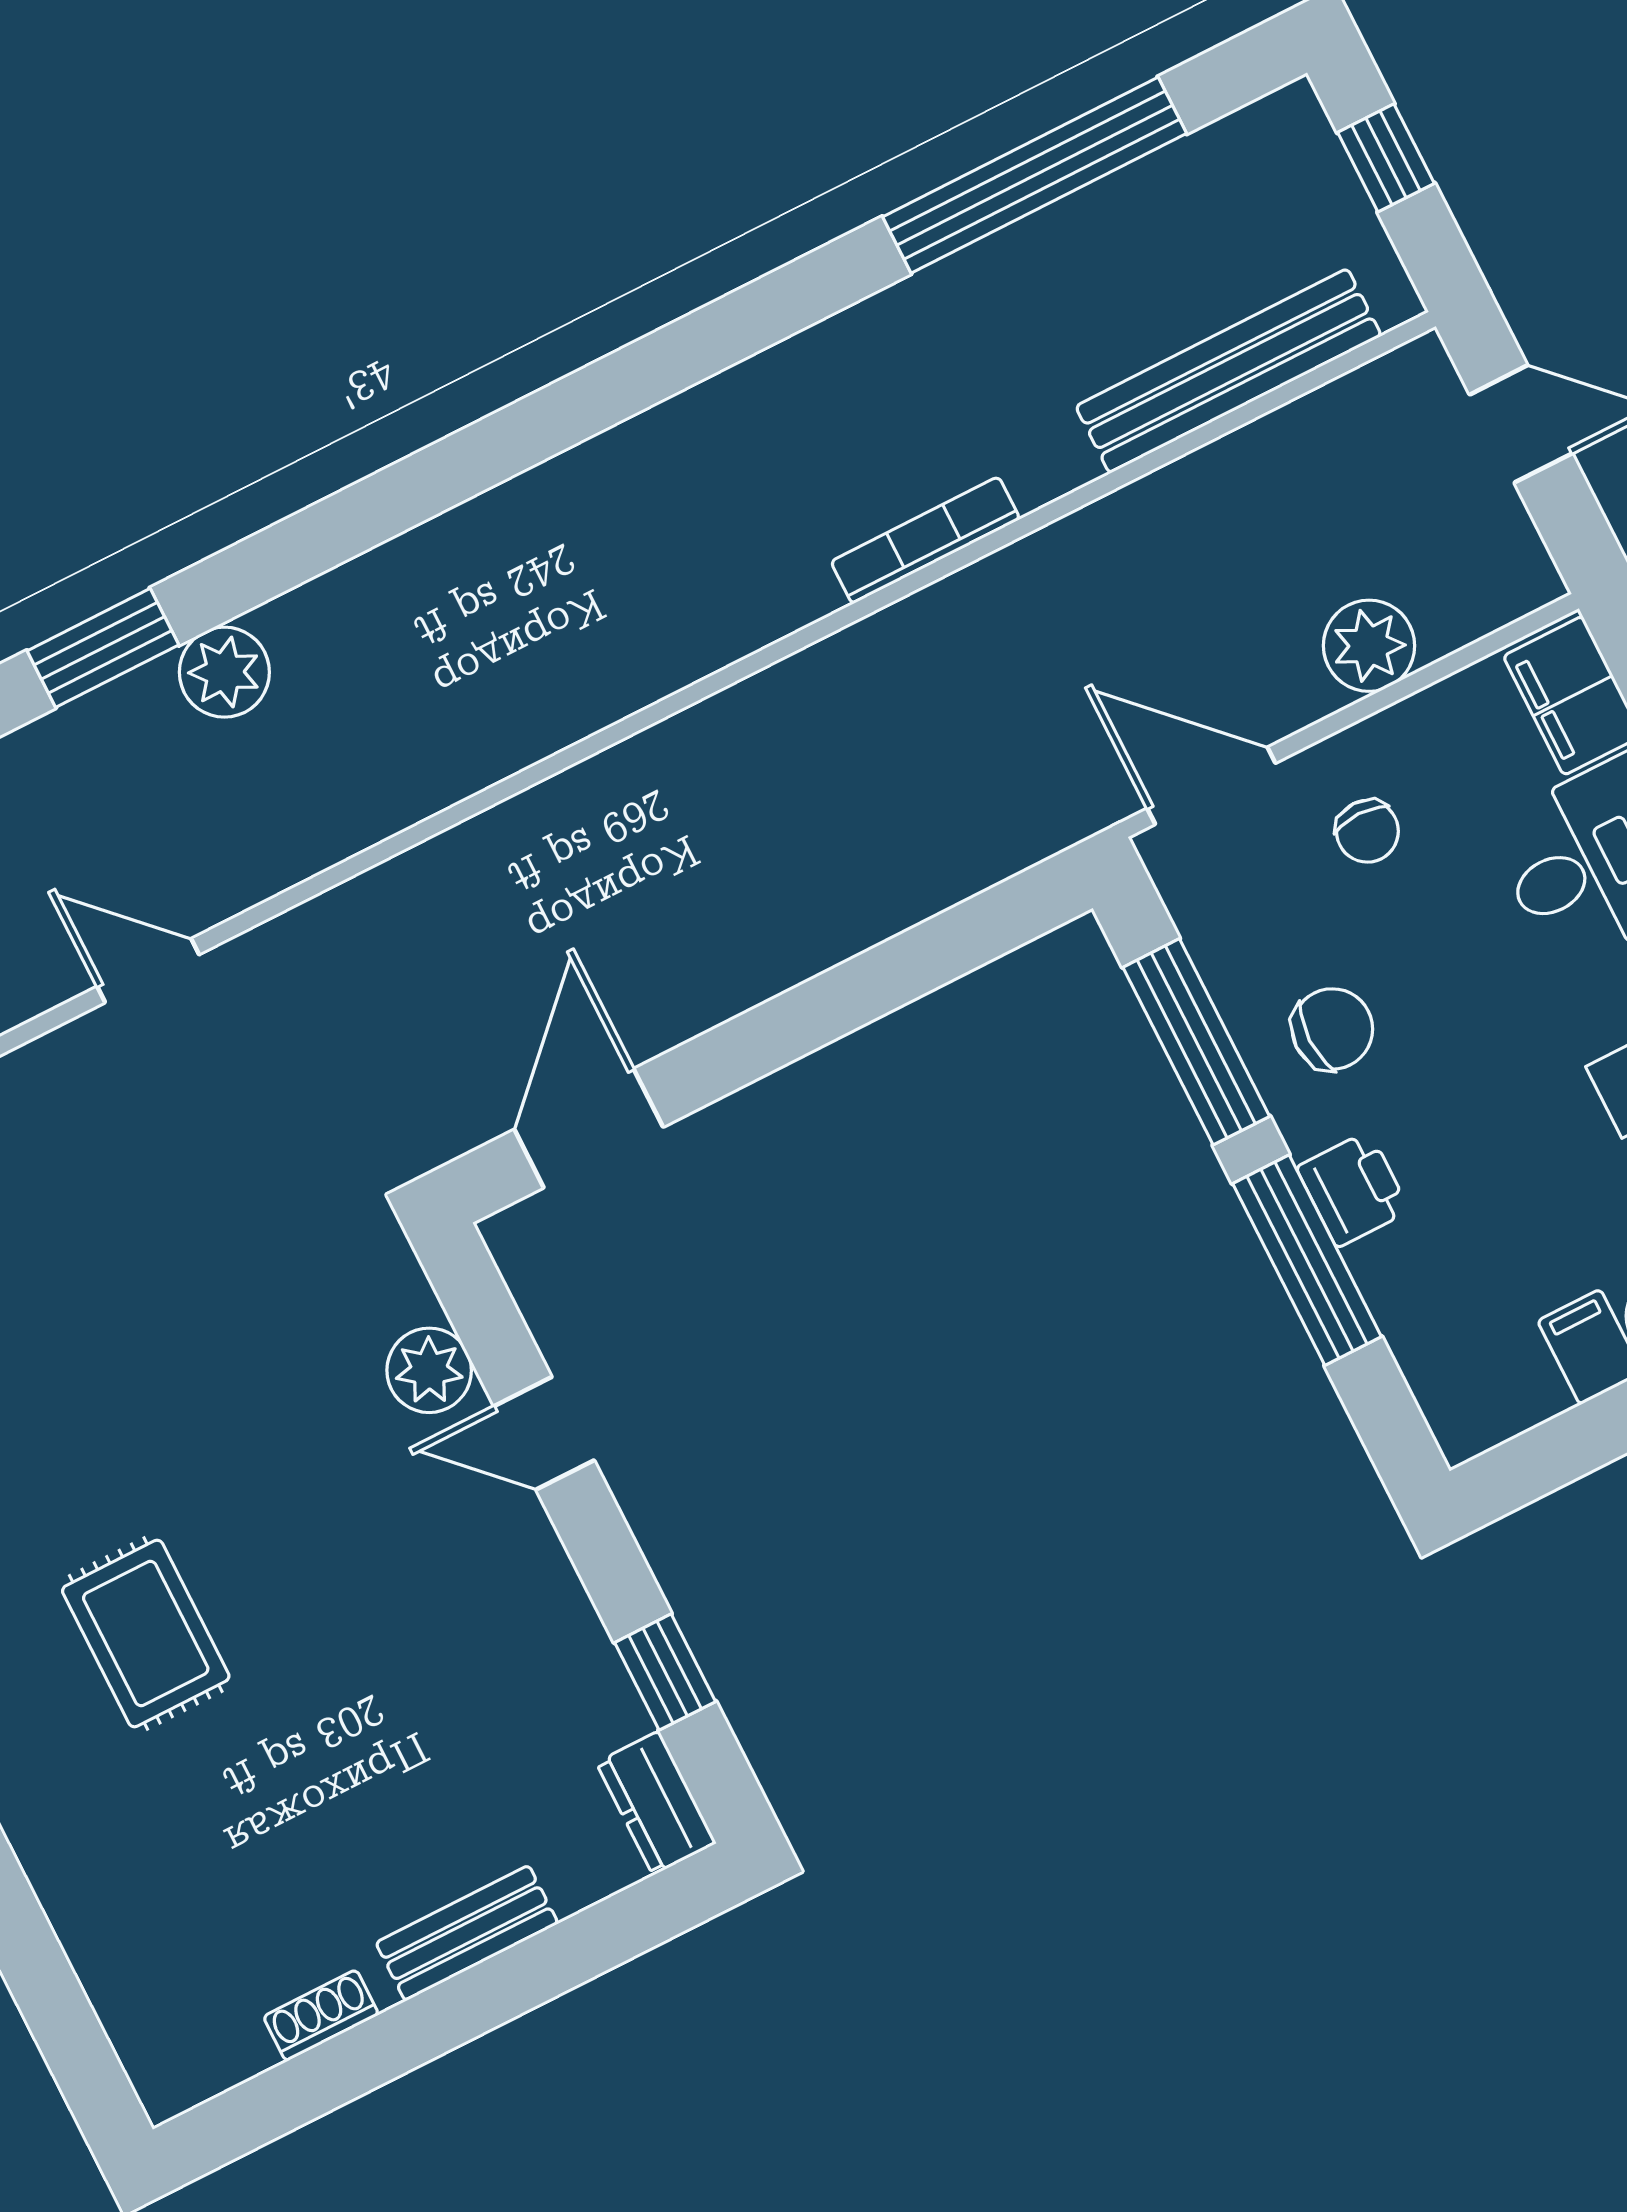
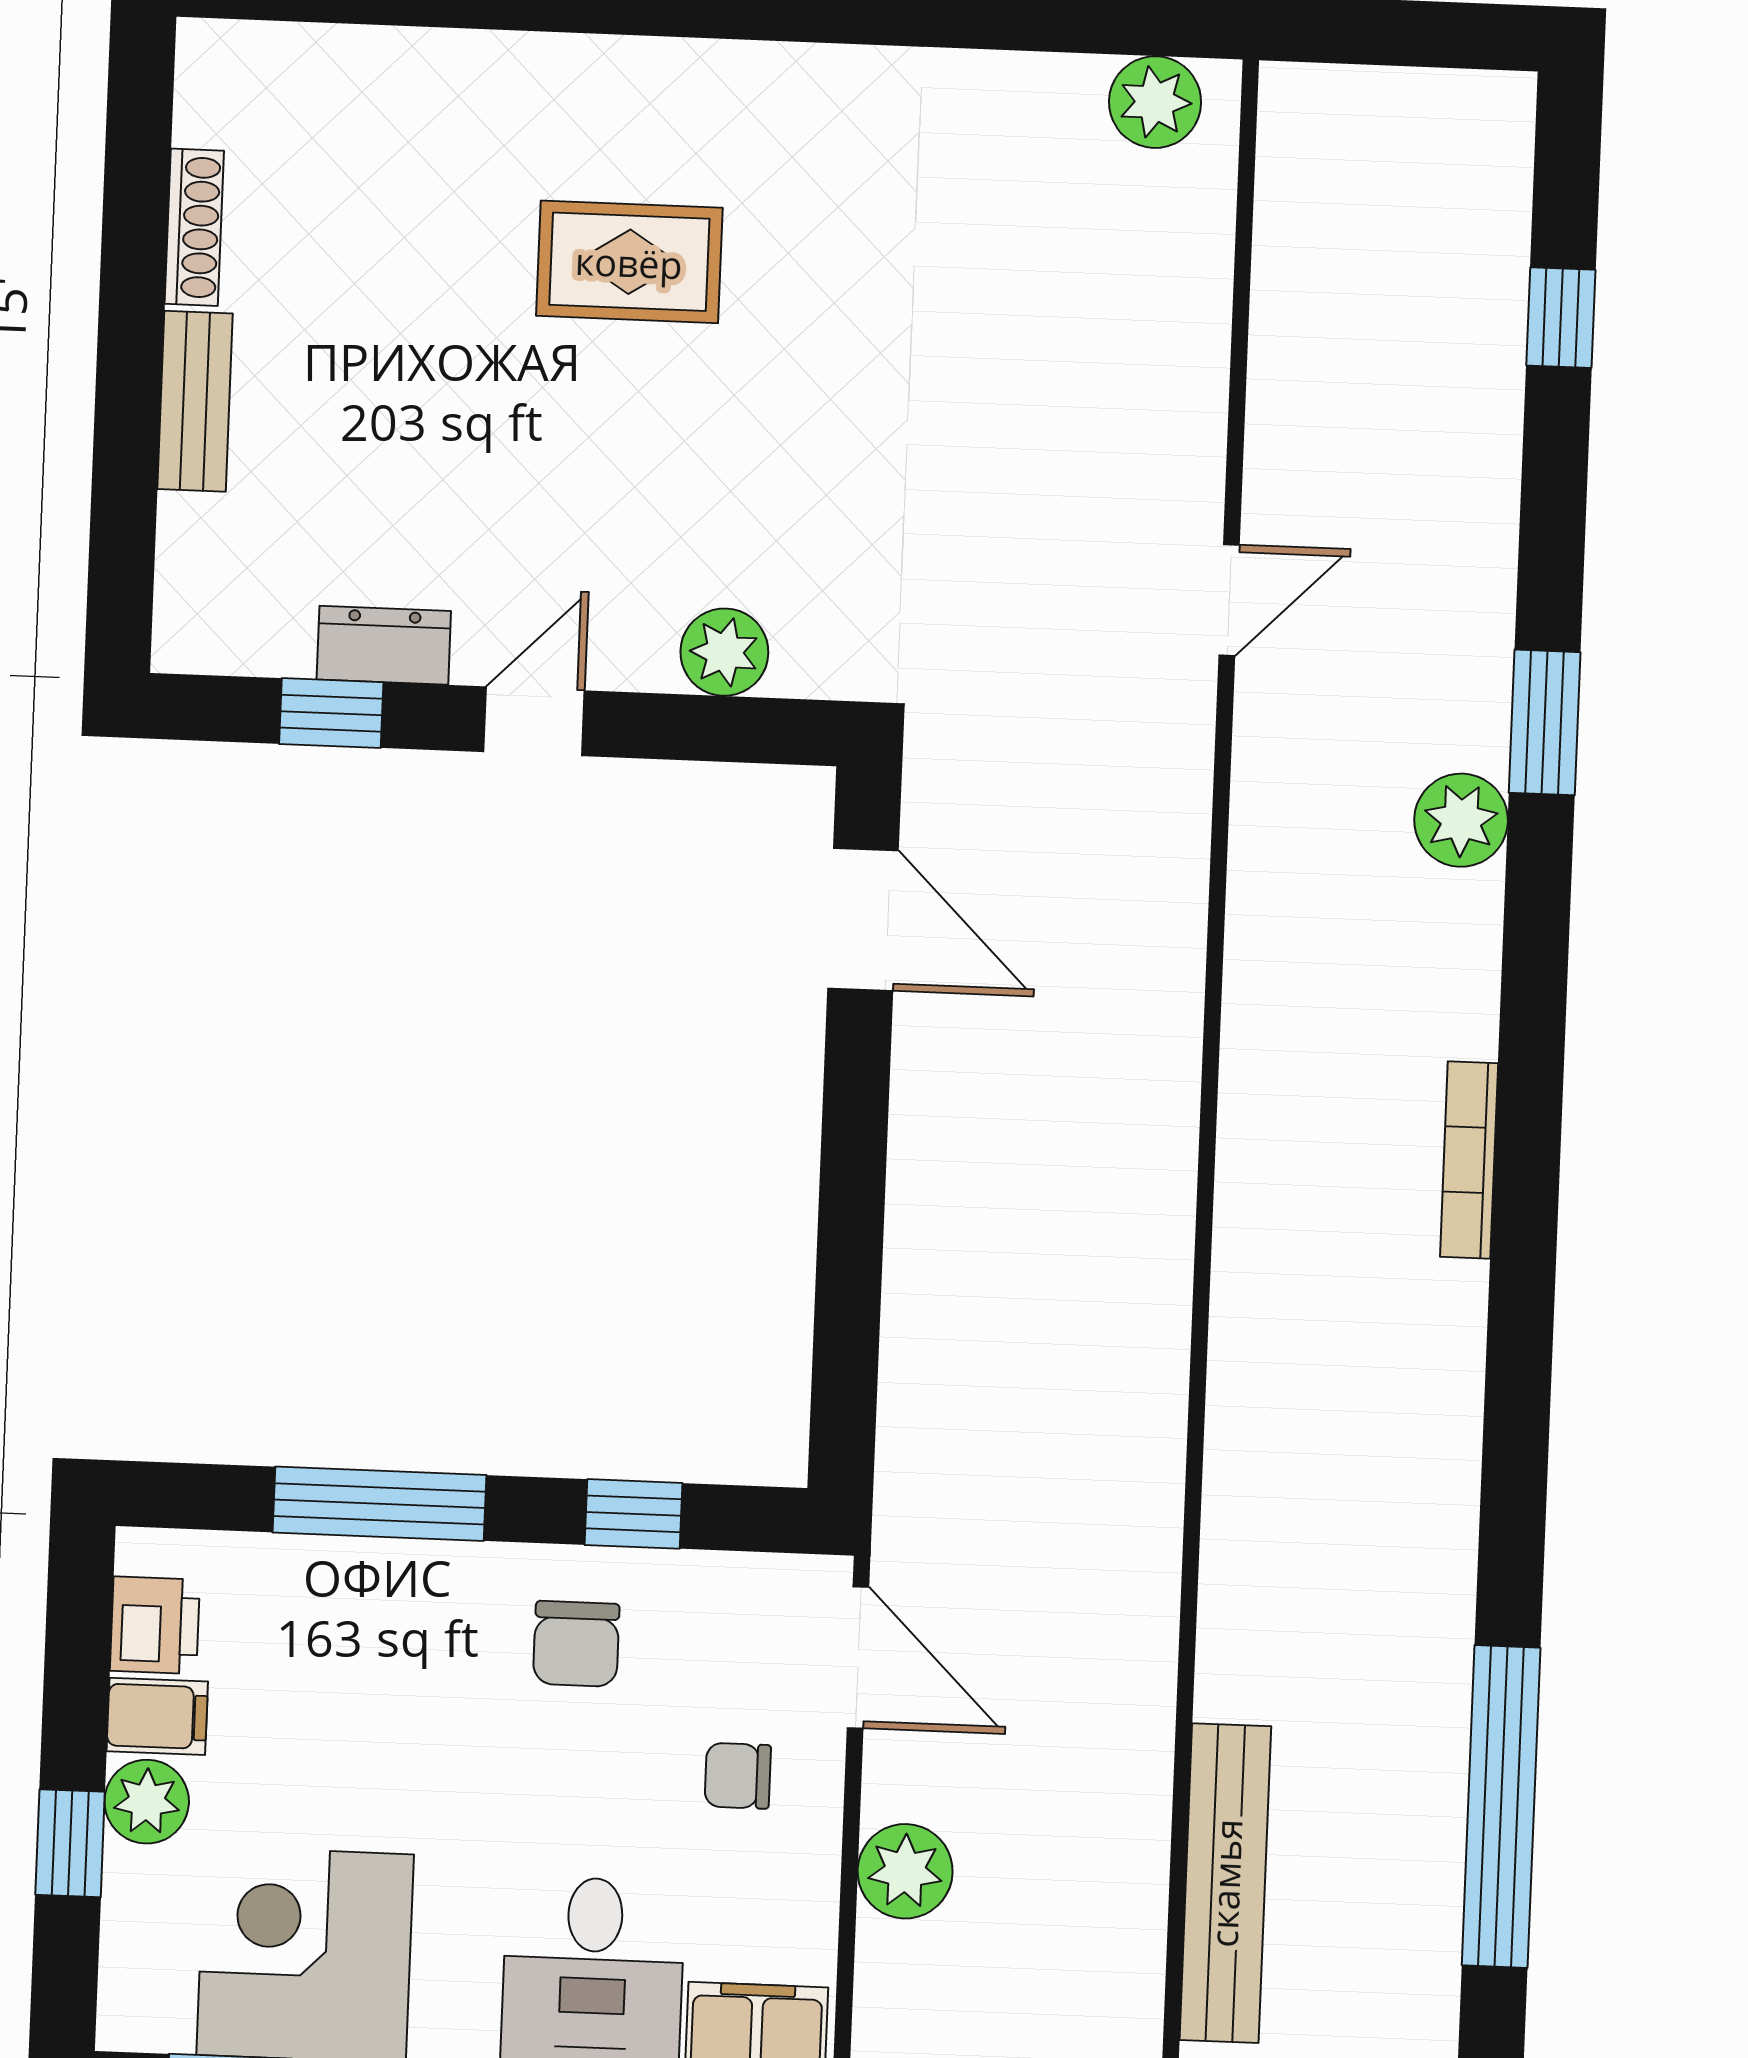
bookcase: (925, 540) -> (1469, 1160), moved, turned 180
door: (1211, 786) -> (858, 1657), hinge flipped
window: (1196, 1042) -> (634, 1514), width x0.46
printer: (1353, 1189) -> (155, 1625), moved, turned -90
door: (544, 1433) -> (534, 721), moved
dresser: (656, 1803) -> (384, 645), moved
shoe rack: (321, 2015) -> (194, 227), width x1.43

